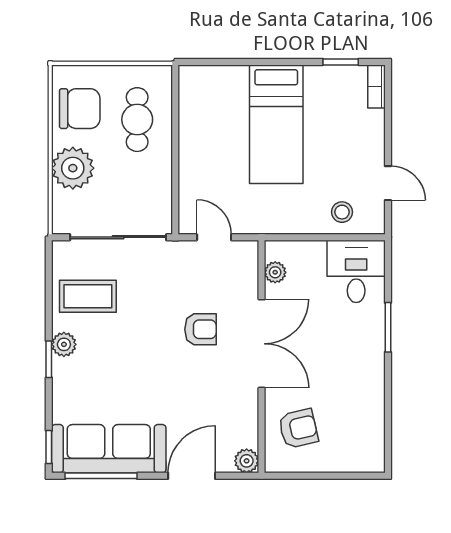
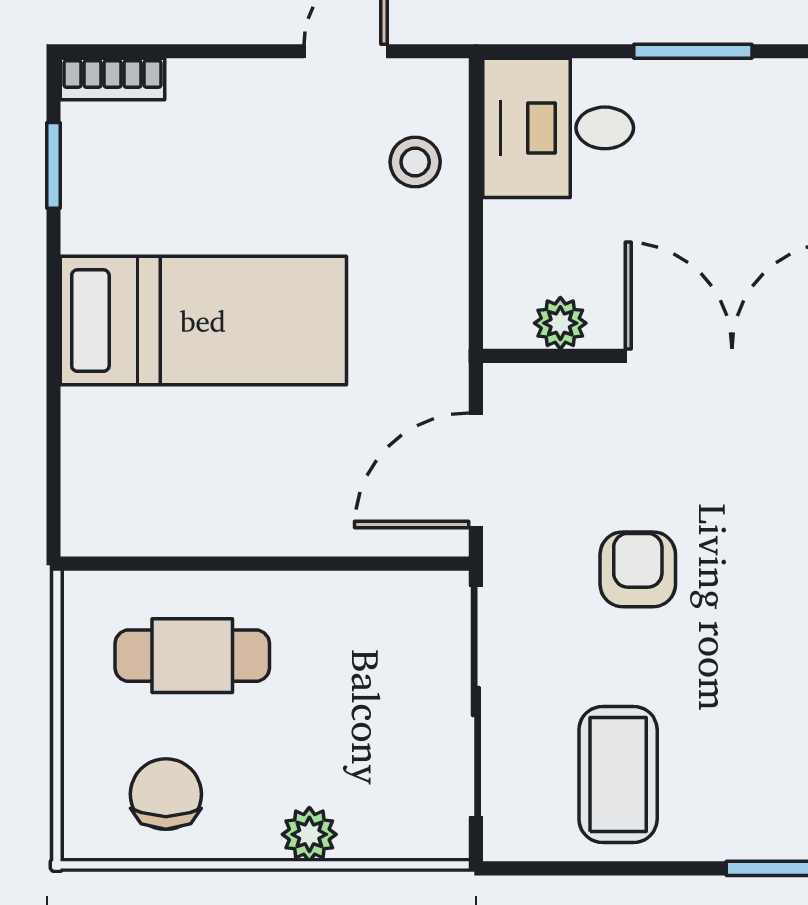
chair: (80, 109) -> (166, 794), width x0.73, depth x0.73
plant: (73, 168) -> (309, 834), width x0.53, depth x0.53
door: (214, 237) -> (476, 470), width x1.38
armchair: (200, 329) -> (638, 569), moved
plant: (64, 344) -> (734, 832), removed

